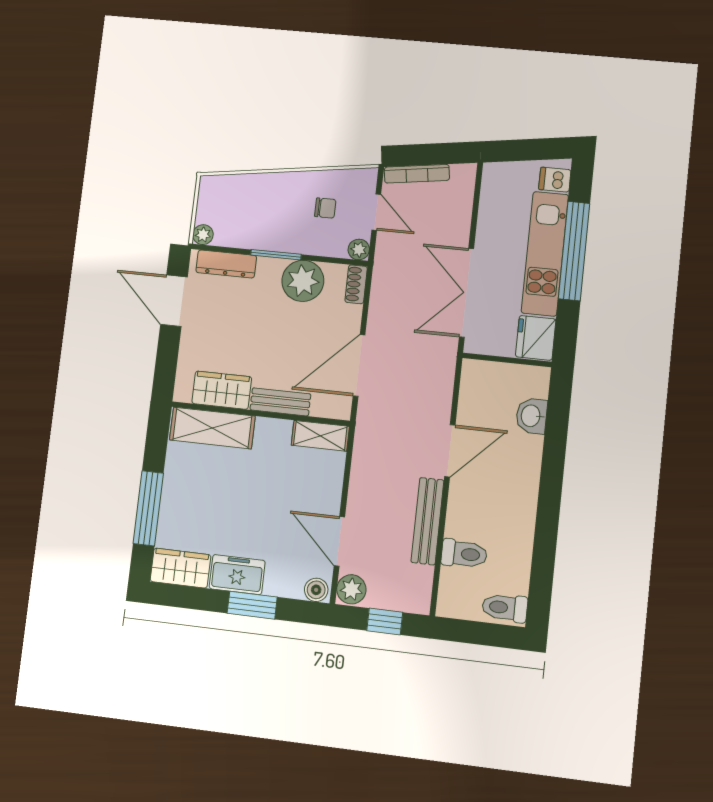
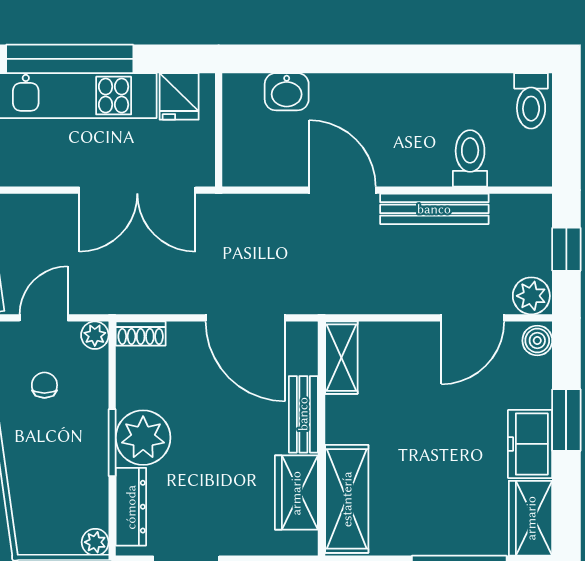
plant: (303, 281) -> (143, 438), moved
fridge: (536, 338) -> (179, 96), width x0.72

